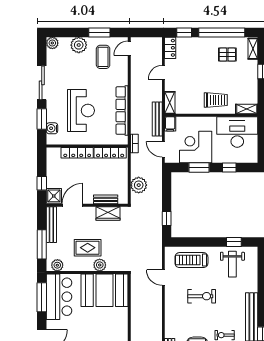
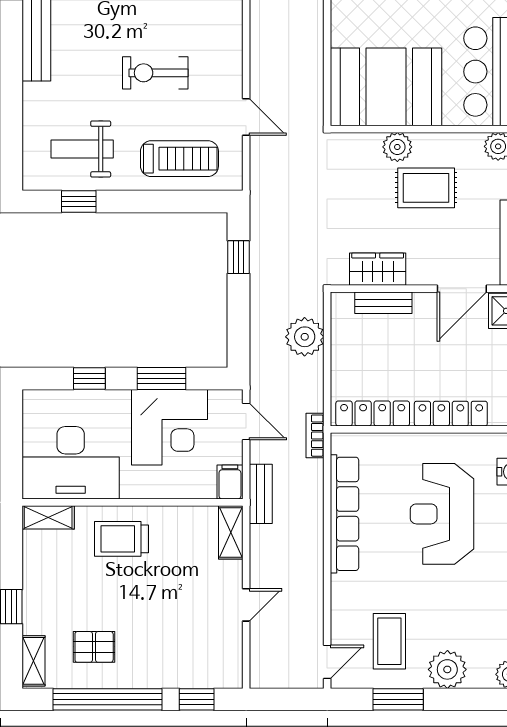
locker: (170, 48) -> (230, 663), removed
bench: (157, 119) -> (261, 494), width x0.73
weight bench: (232, 264) -> (82, 149), turned -90

